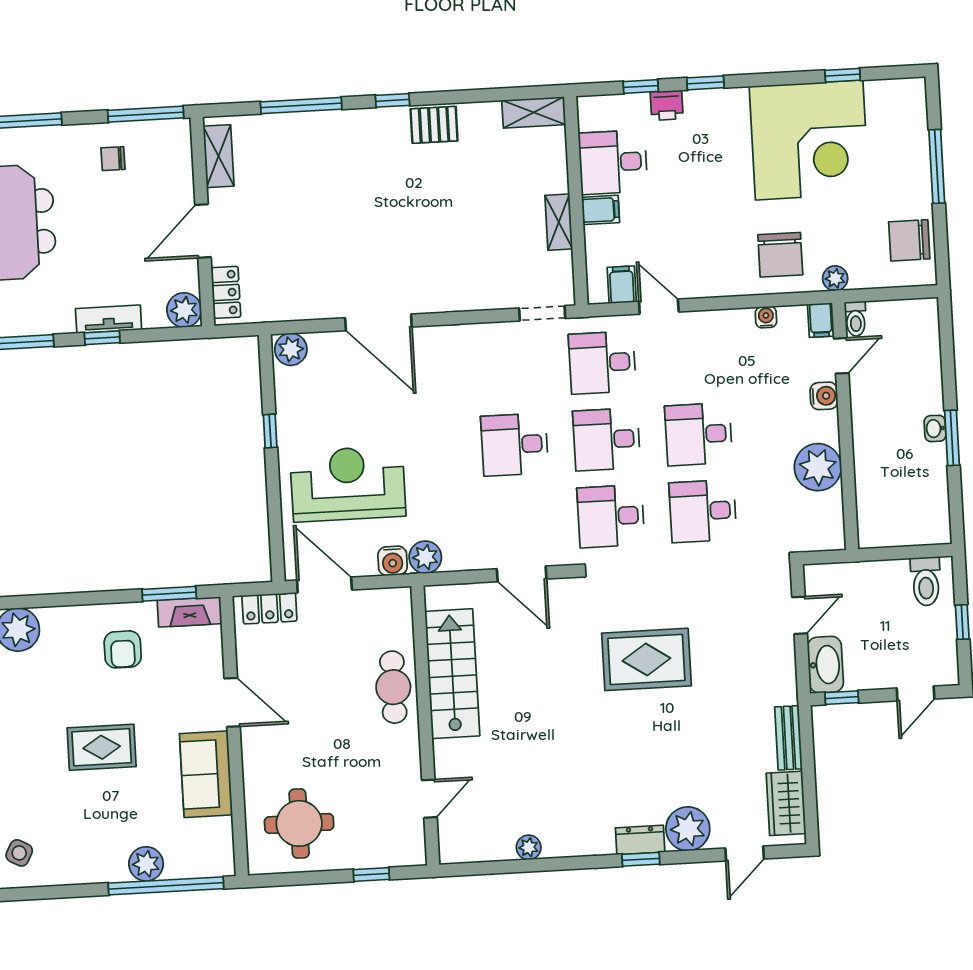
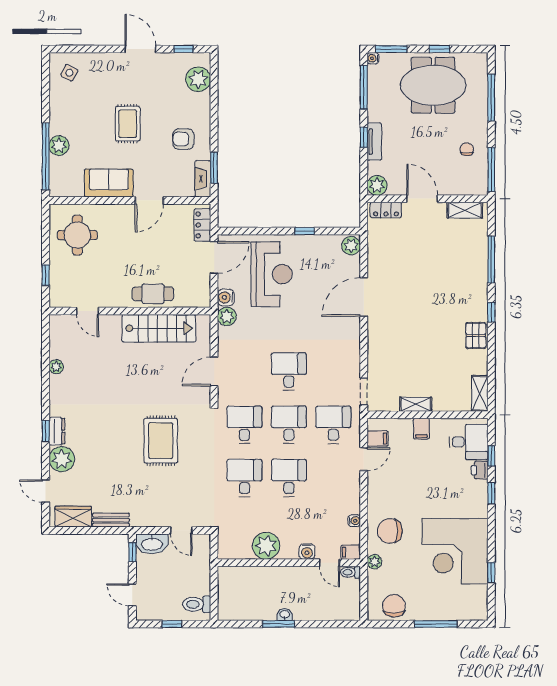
desk: (613, 162) -> (469, 442), moved, turned 90

